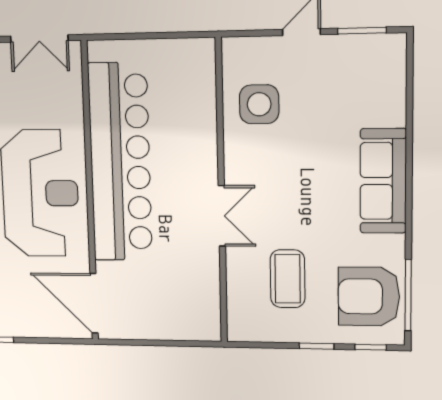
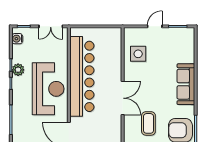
double door: (222, 216) -> (123, 98), width x1.37

